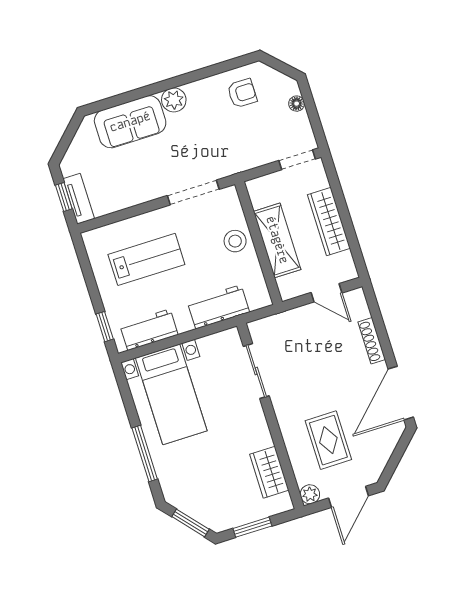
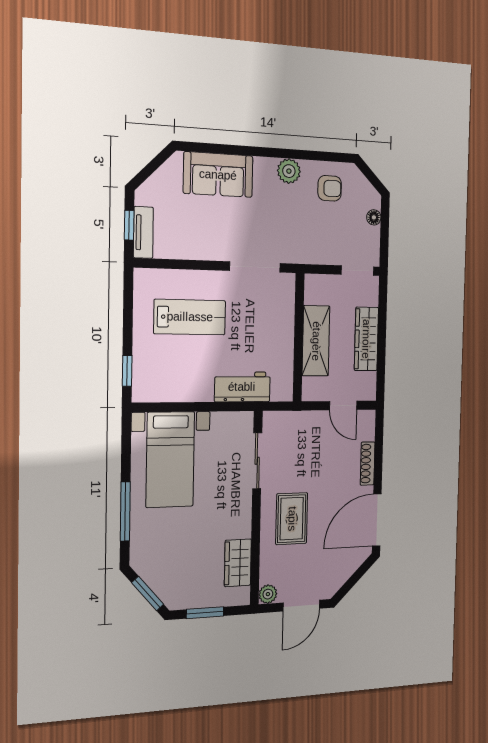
plant: (174, 100) -> (289, 171), moved
stool: (235, 241) -> (278, 328), removed
workbench: (149, 330) -> (169, 388), removed
rug: (328, 440) -> (292, 519), moved

